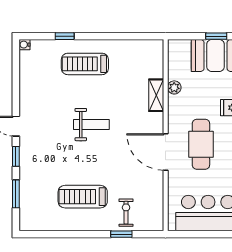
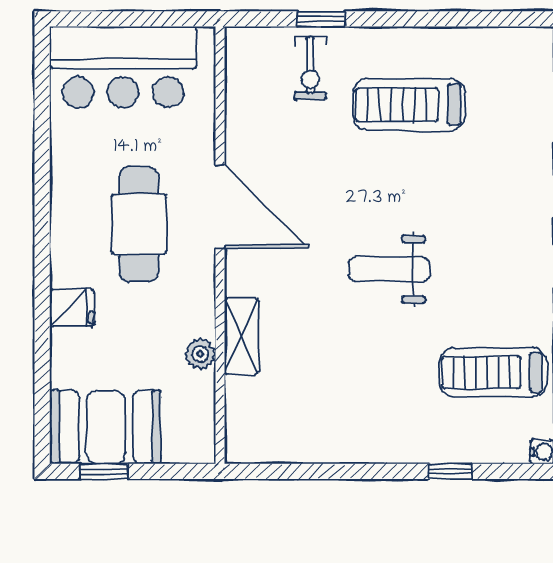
treadmill: (85, 64) -> (493, 372), moved, turned 180
treadmill: (83, 197) -> (409, 105), turned 180

